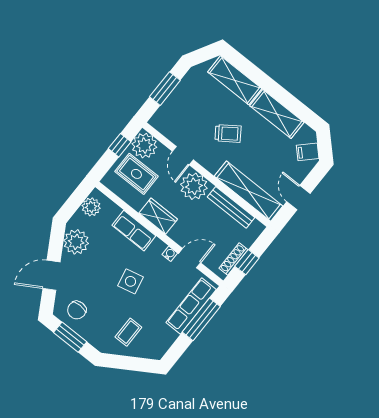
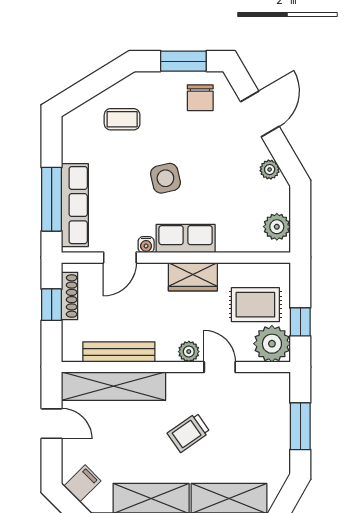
plant: (194, 186) -> (189, 352), width x0.53, depth x0.53
row of seats: (134, 231) -> (186, 239), moved
plant: (76, 242) -> (270, 170), width x0.53, depth x0.53
chair: (77, 310) -> (200, 98), turned 180
coffee table: (128, 332) -> (122, 119), turned 90

